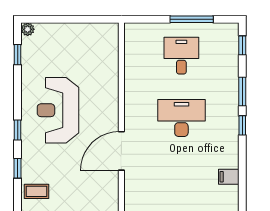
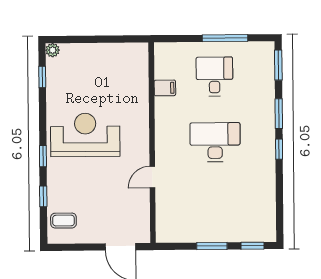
window: (242, 45) -> (278, 65), width x1.50
reception desk: (58, 110) -> (85, 135), turned 90
door: (121, 151) -> (152, 177), width x0.53
filing cabinet: (229, 177) -> (165, 88), moved, turned 180

